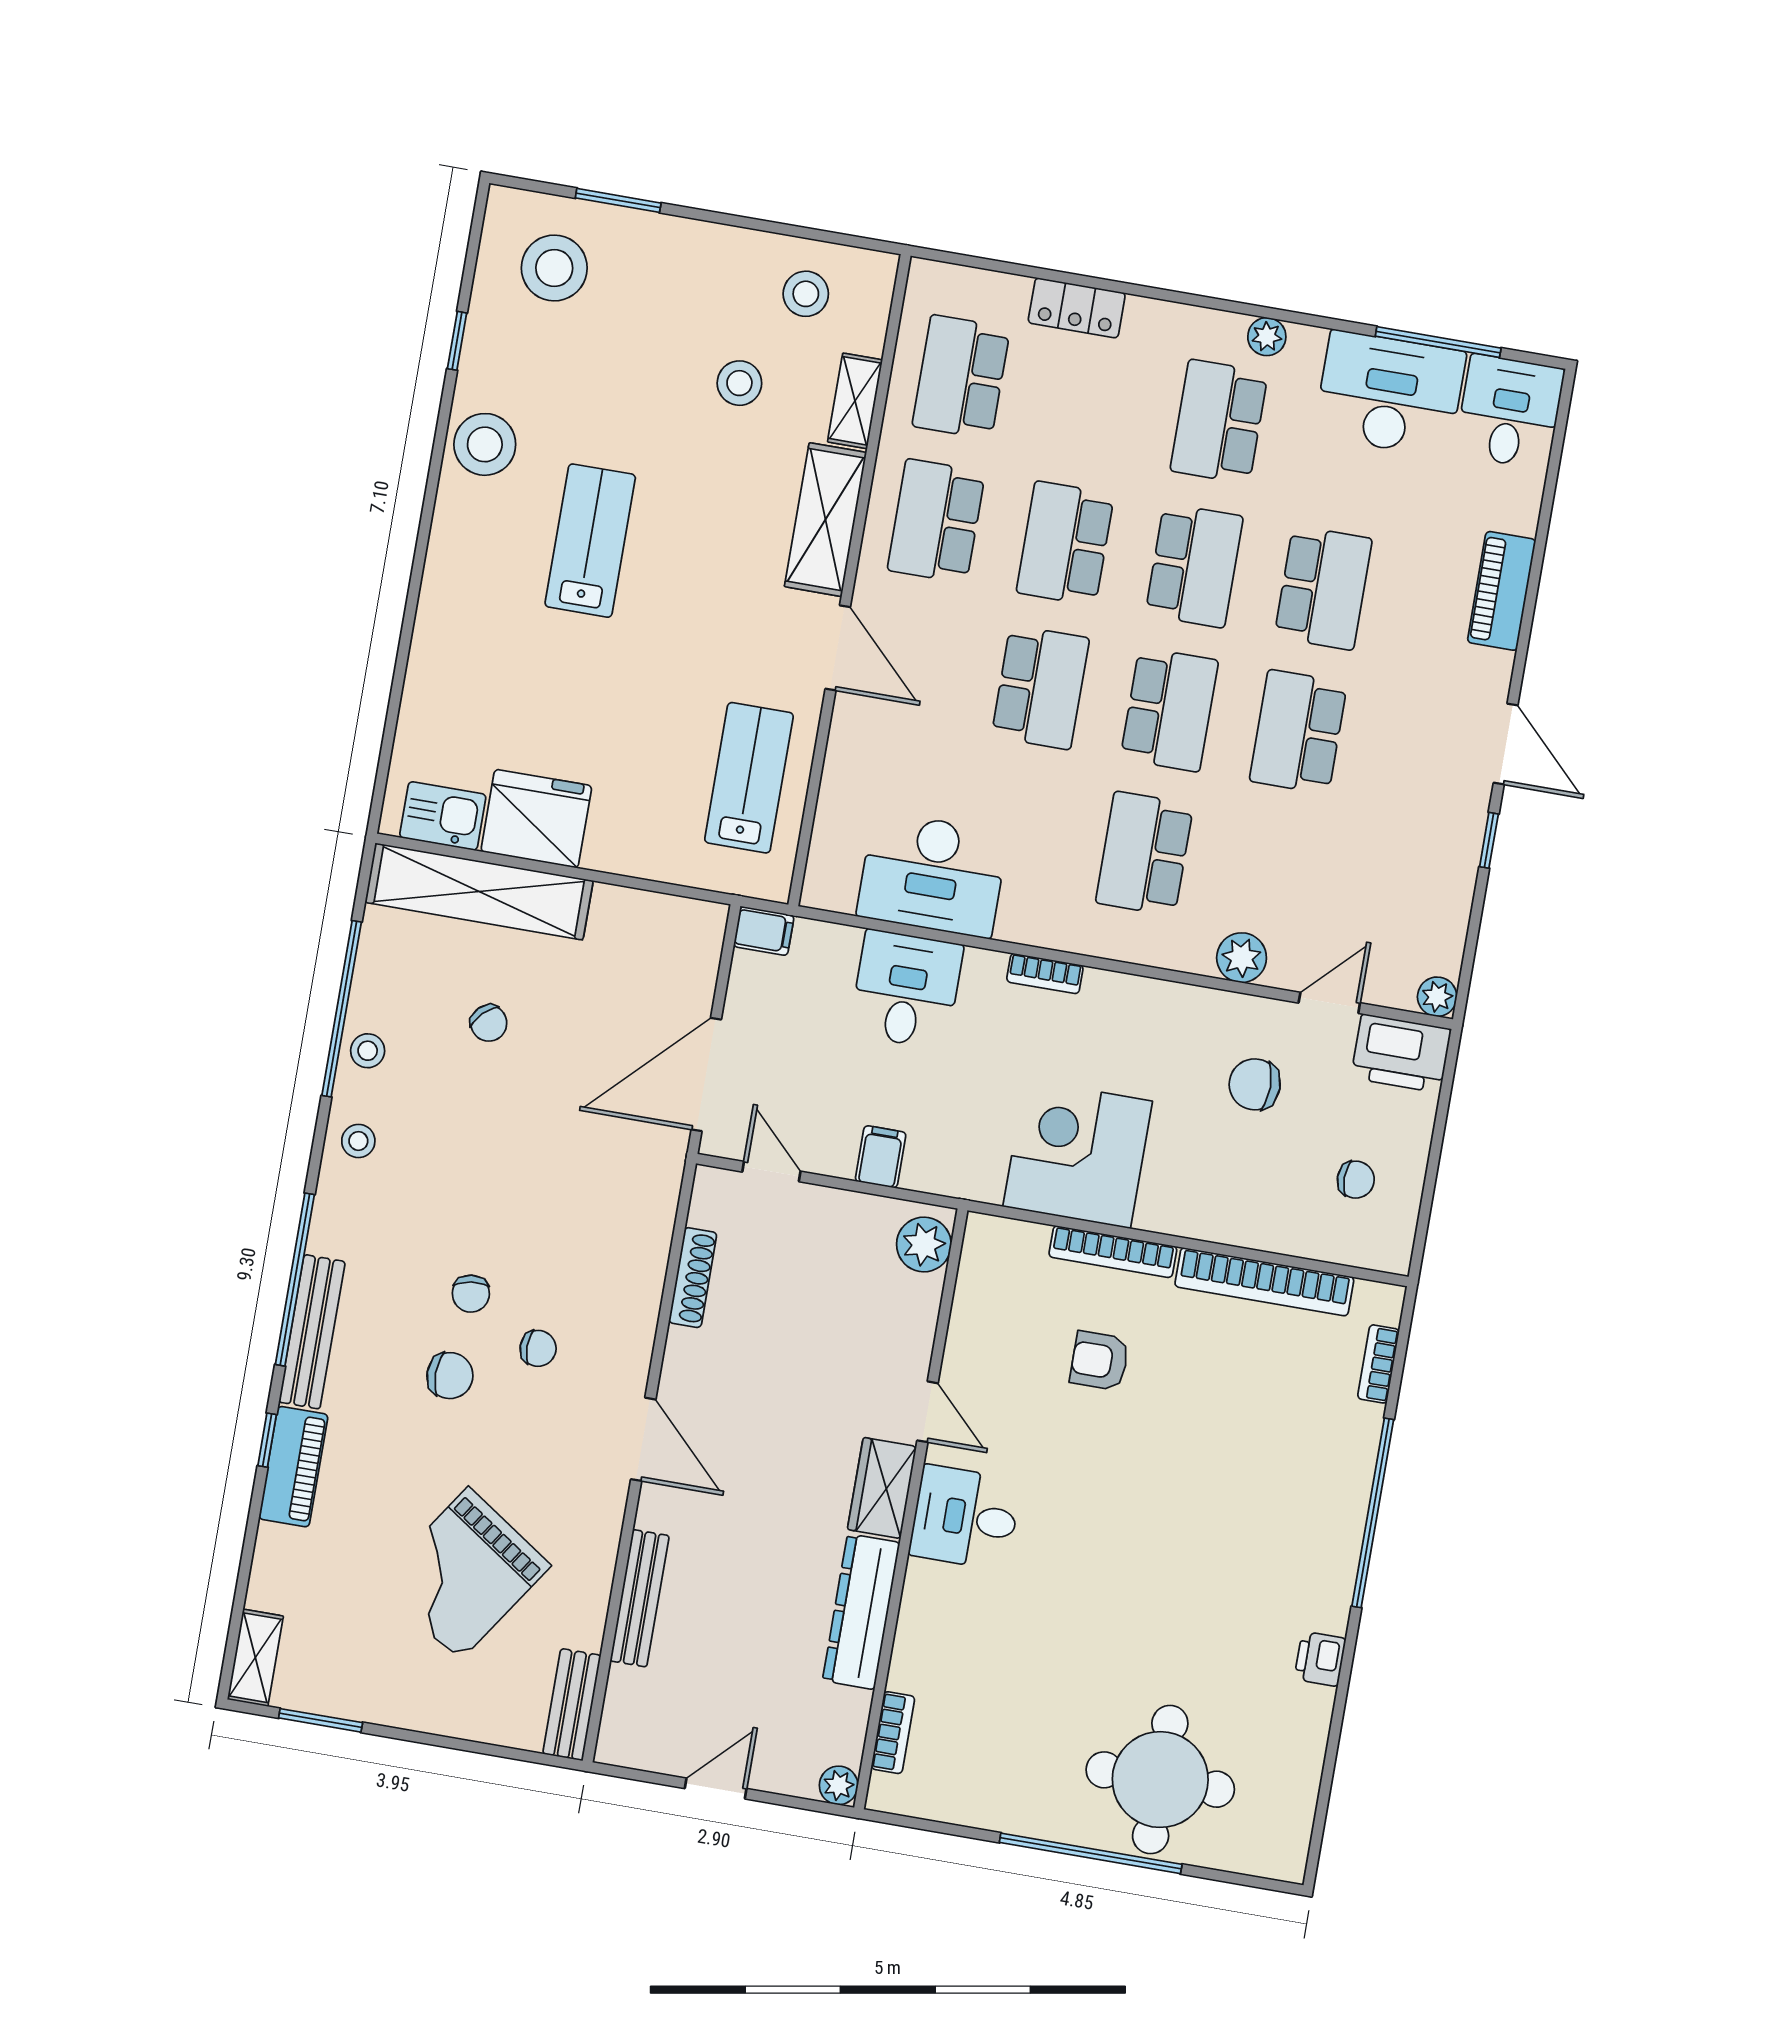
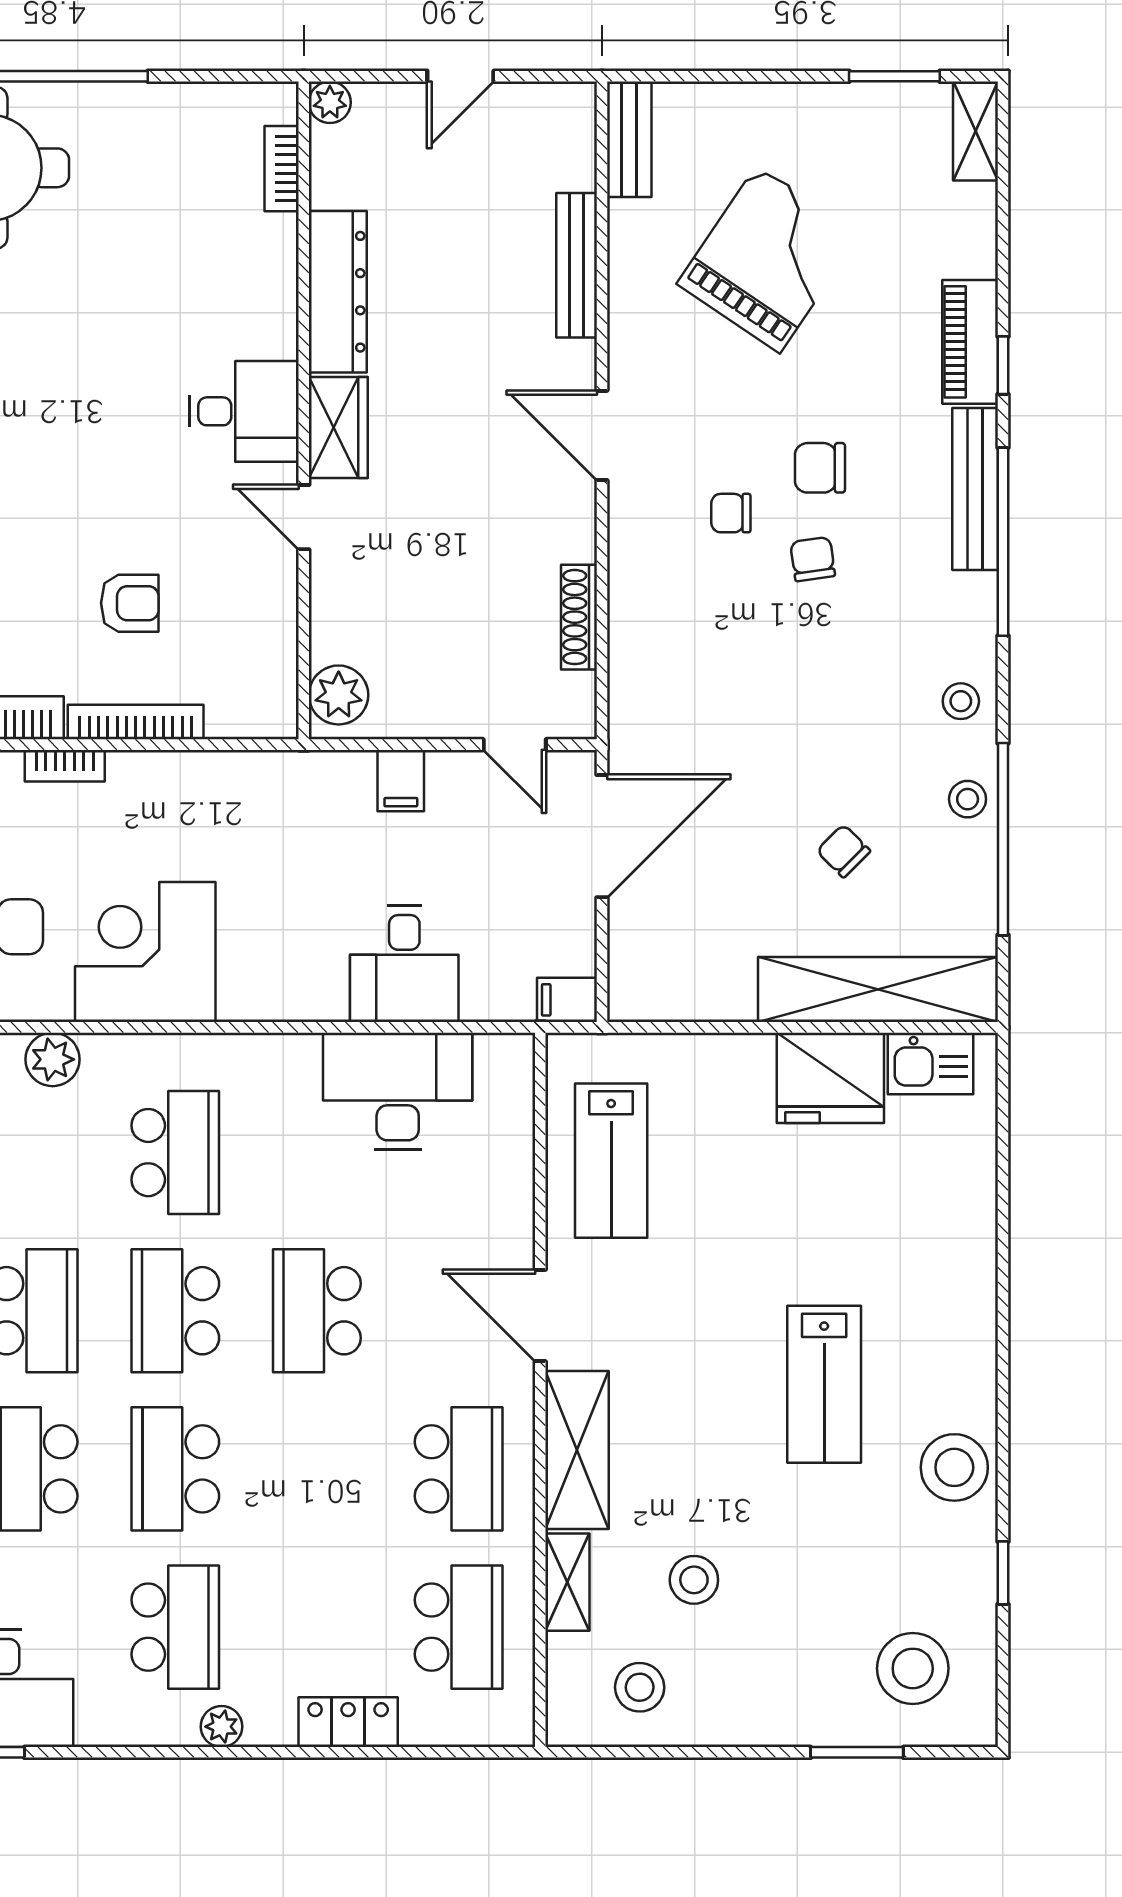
plant: (1267, 337) -> (222, 1727), moved
school desk: (1065, 543) -> (317, 1469), removed
bookcase: (1045, 973) -> (65, 766), moved, turned 180
corner desk: (1078, 1154) -> (145, 952), moved, turned 180

